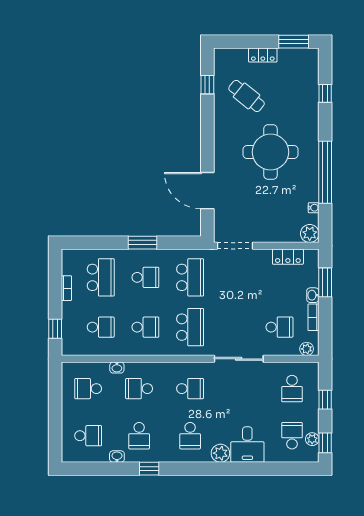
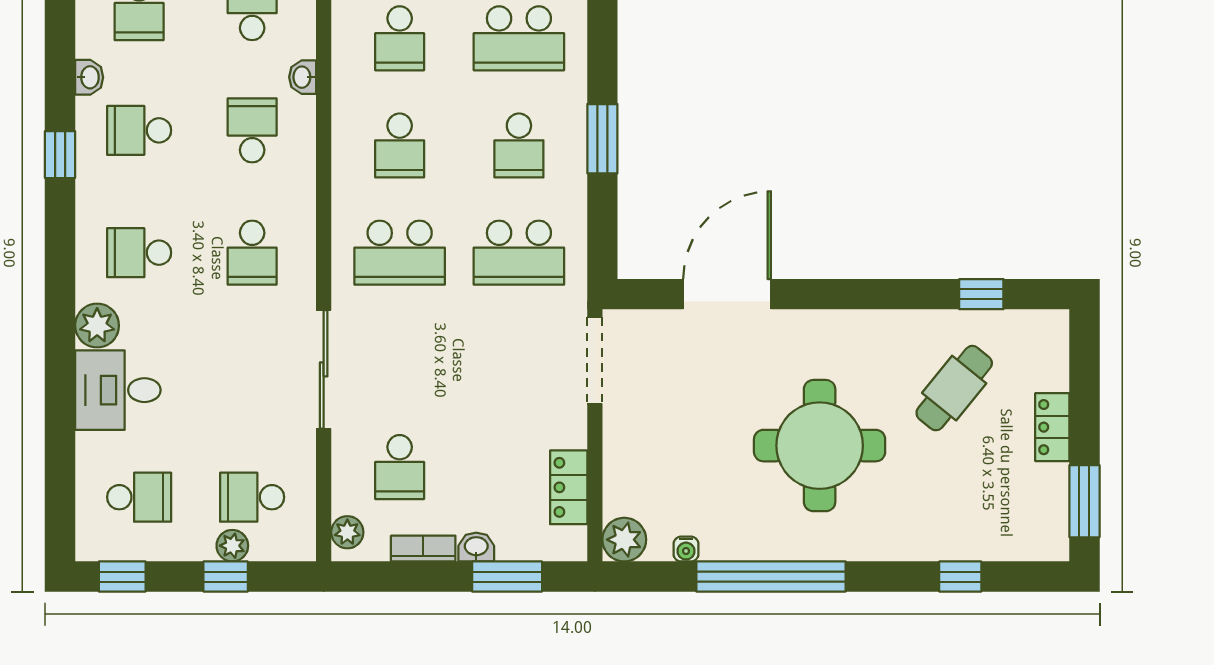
plant: (312, 439) -> (232, 546), moved

